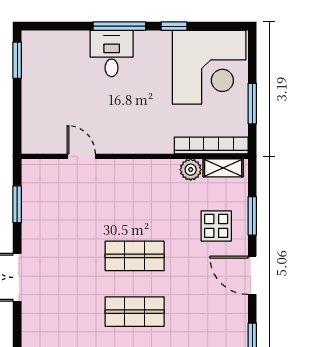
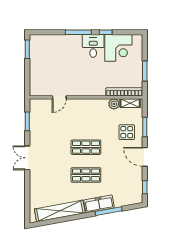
desk: (112, 53) -> (93, 46), moved
corner desk: (209, 67) -> (118, 48), width x0.74, depth x0.74
door: (81, 156) -> (59, 97), swing flipped

